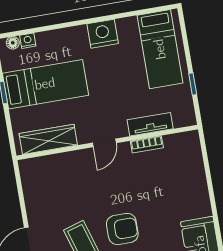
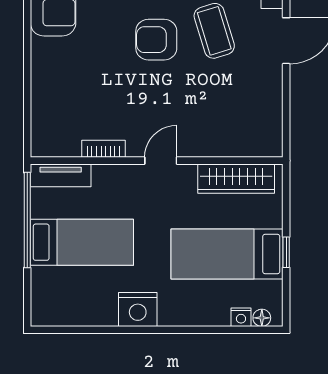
bed: (160, 49) -> (82, 242), moved, turned 90
window: (193, 84) -> (27, 220), width x3.17
tv unit: (150, 124) -> (61, 175), moved

